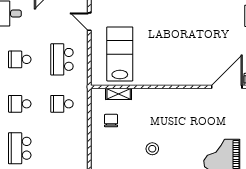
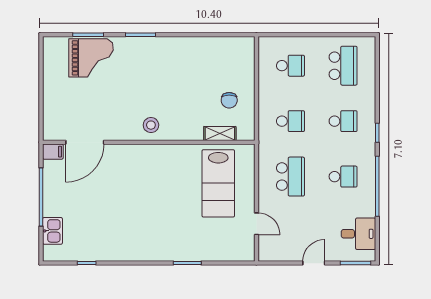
school desk: (62, 148) -> (290, 66), added
stool: (152, 149) -> (151, 125), moved

